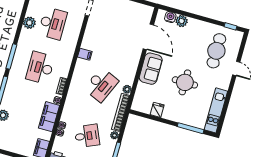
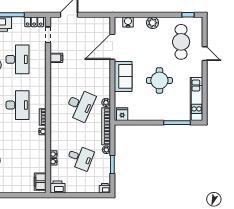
plant: (182, 21) -> (153, 23), moved
door: (148, 37) -> (112, 47), swing flipped
filing cabinet: (85, 54) -> (56, 58), moved
desk: (40, 68) -> (17, 105), turned 180
fridge: (157, 110) -> (122, 114), moved
filing cabinet: (49, 117) -> (39, 149), removed
desk: (87, 136) -> (80, 158), turned 45

